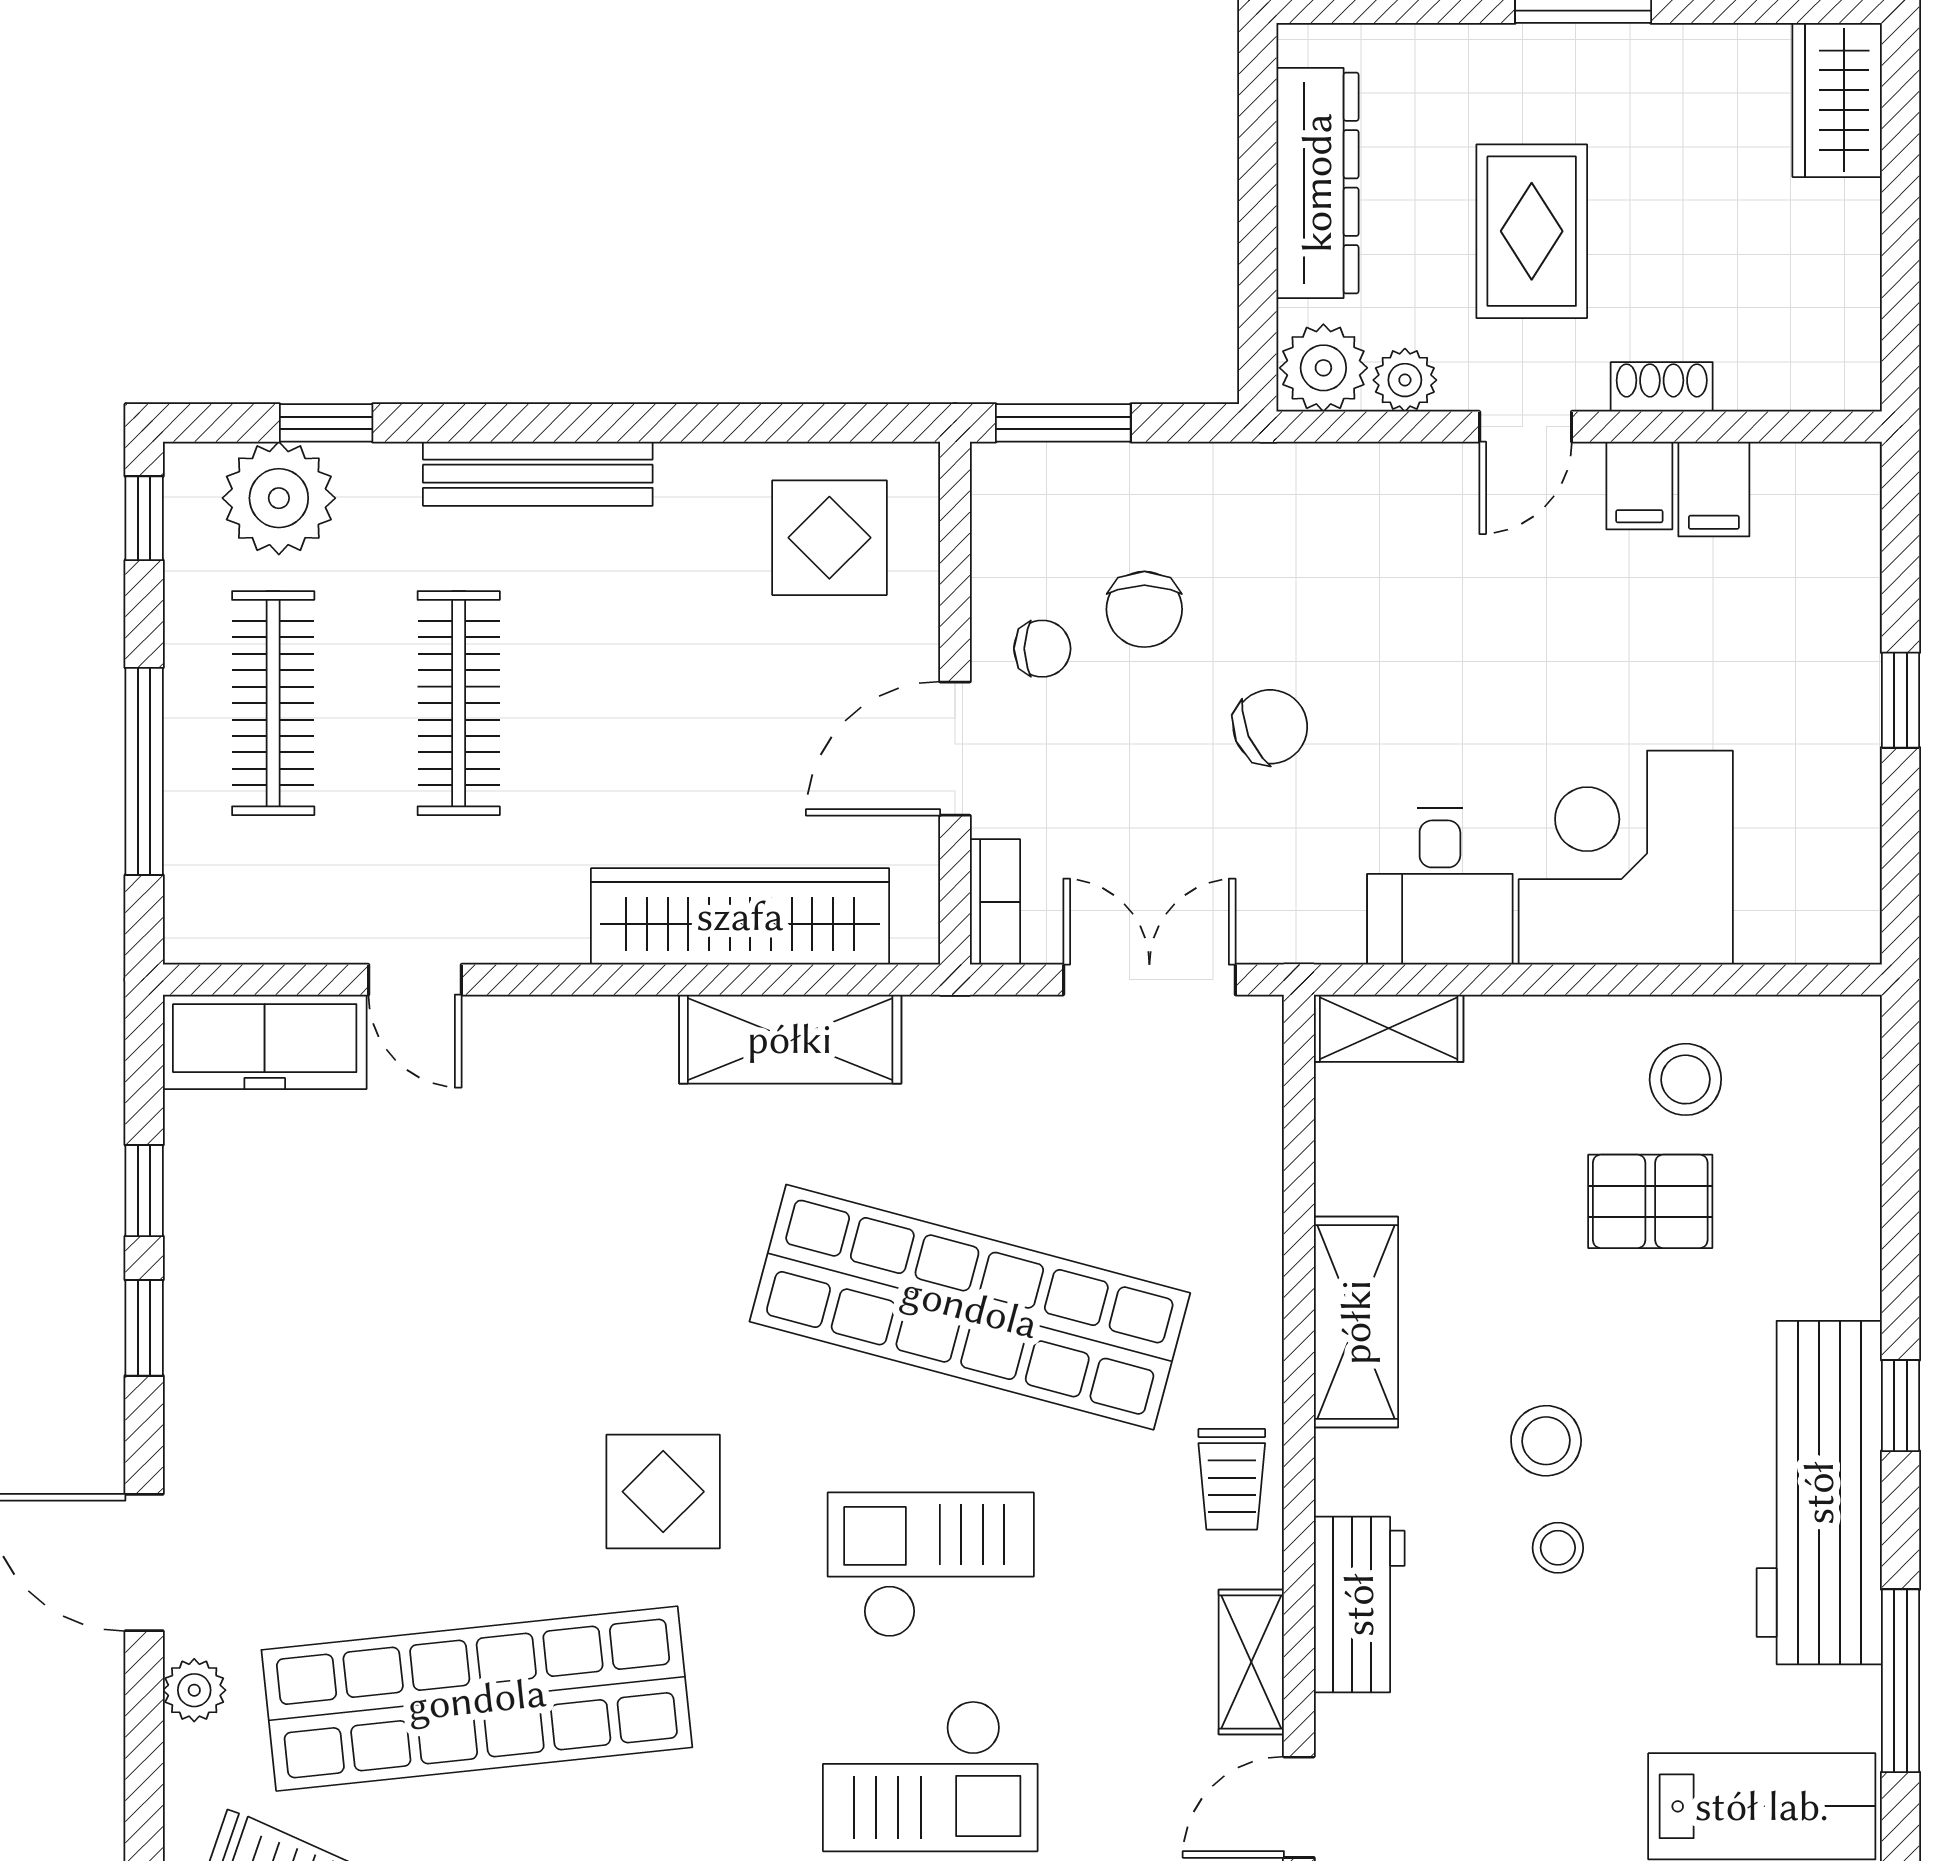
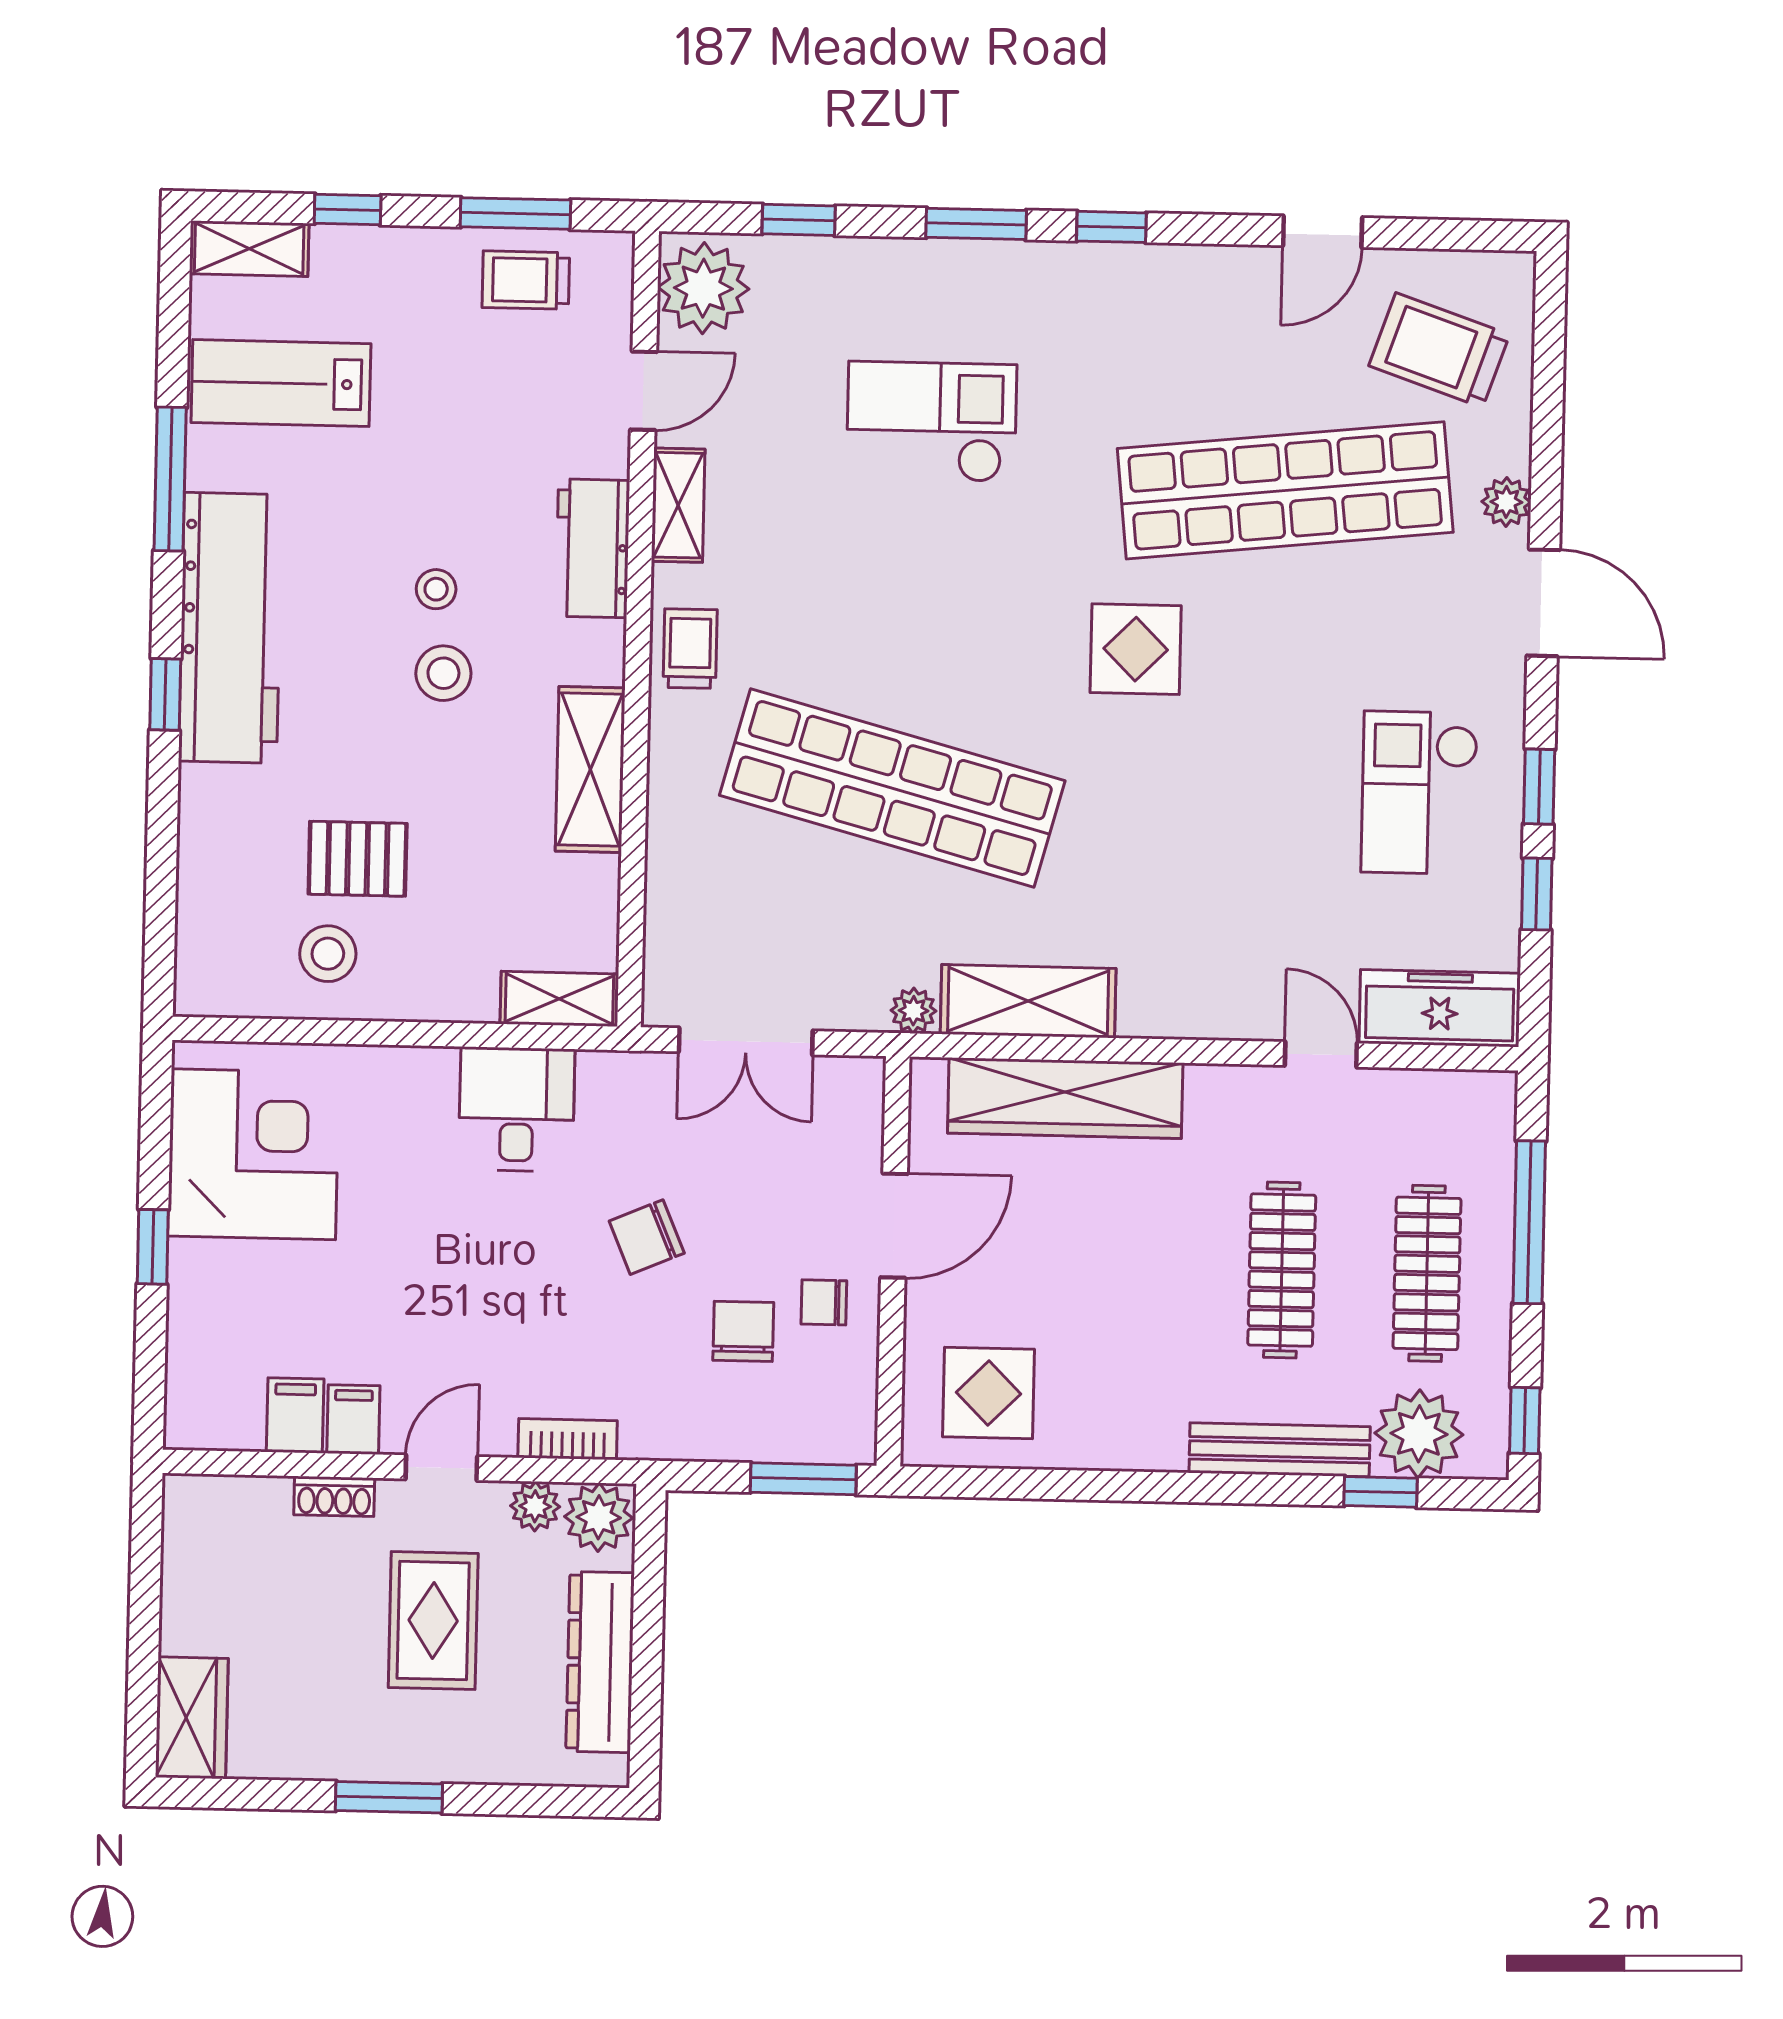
bench: (538, 474) -> (1280, 1450), moved
corner desk: (1626, 858) -> (253, 1154), moved, turned -90
bookcase: (995, 902) -> (568, 1439), moved, turned 90
plant: (936, 1024) -> (913, 1011), added
checkout: (931, 1565) -> (1419, 793), moved, turned 90

